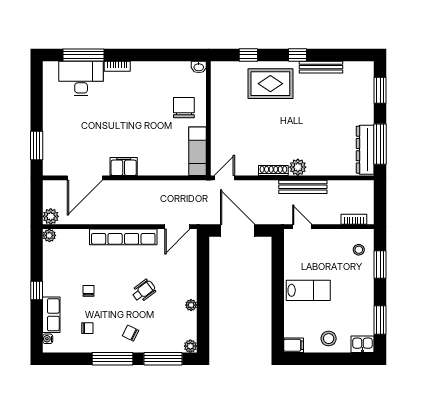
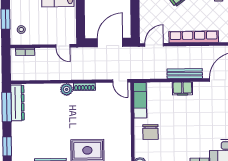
filing cabinet: (124, 166) -> (182, 88), moved
door: (224, 178) -> (120, 81), hinge flipped
bench: (303, 187) -> (185, 74), moved
door: (238, 230) -> (110, 43), swing flipped

